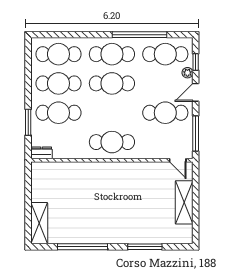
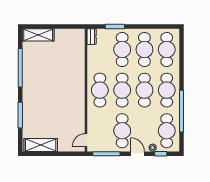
cafe table: (112, 113) -> (122, 90), added
shelving: (184, 202) -> (41, 145), moved

